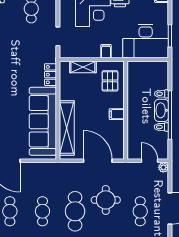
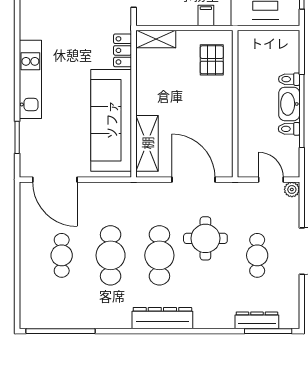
shelving: (83, 67) -> (156, 39), moved
filing cabinet: (117, 114) -> (222, 110), removed
shelving: (67, 128) -> (147, 143), width x0.68
cafe table: (42, 211) -> (111, 255), width x1.37, depth x1.35

